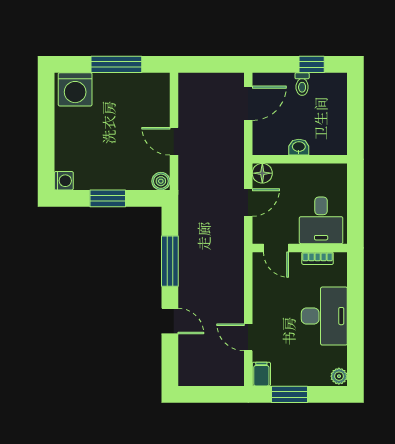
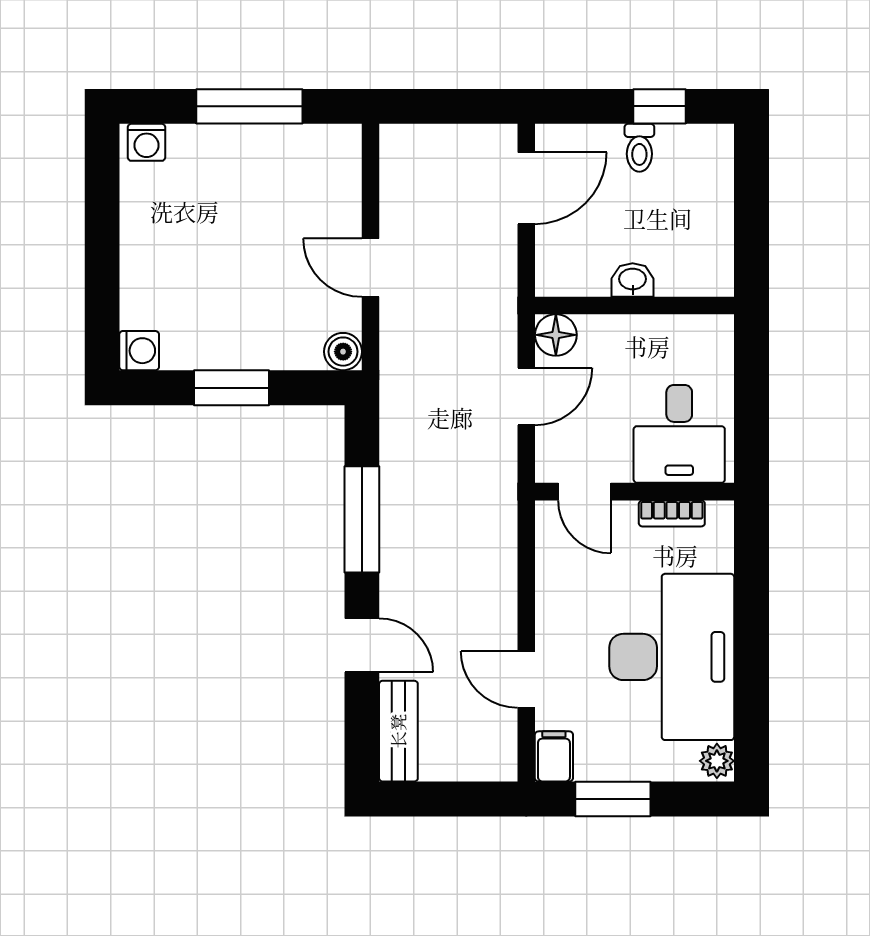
washing machine: (75, 89) -> (147, 142), width x0.53, depth x0.53
desk: (324, 316) -> (672, 657), width x1.36, depth x1.30
bench: (187, 362) -> (398, 731), added

